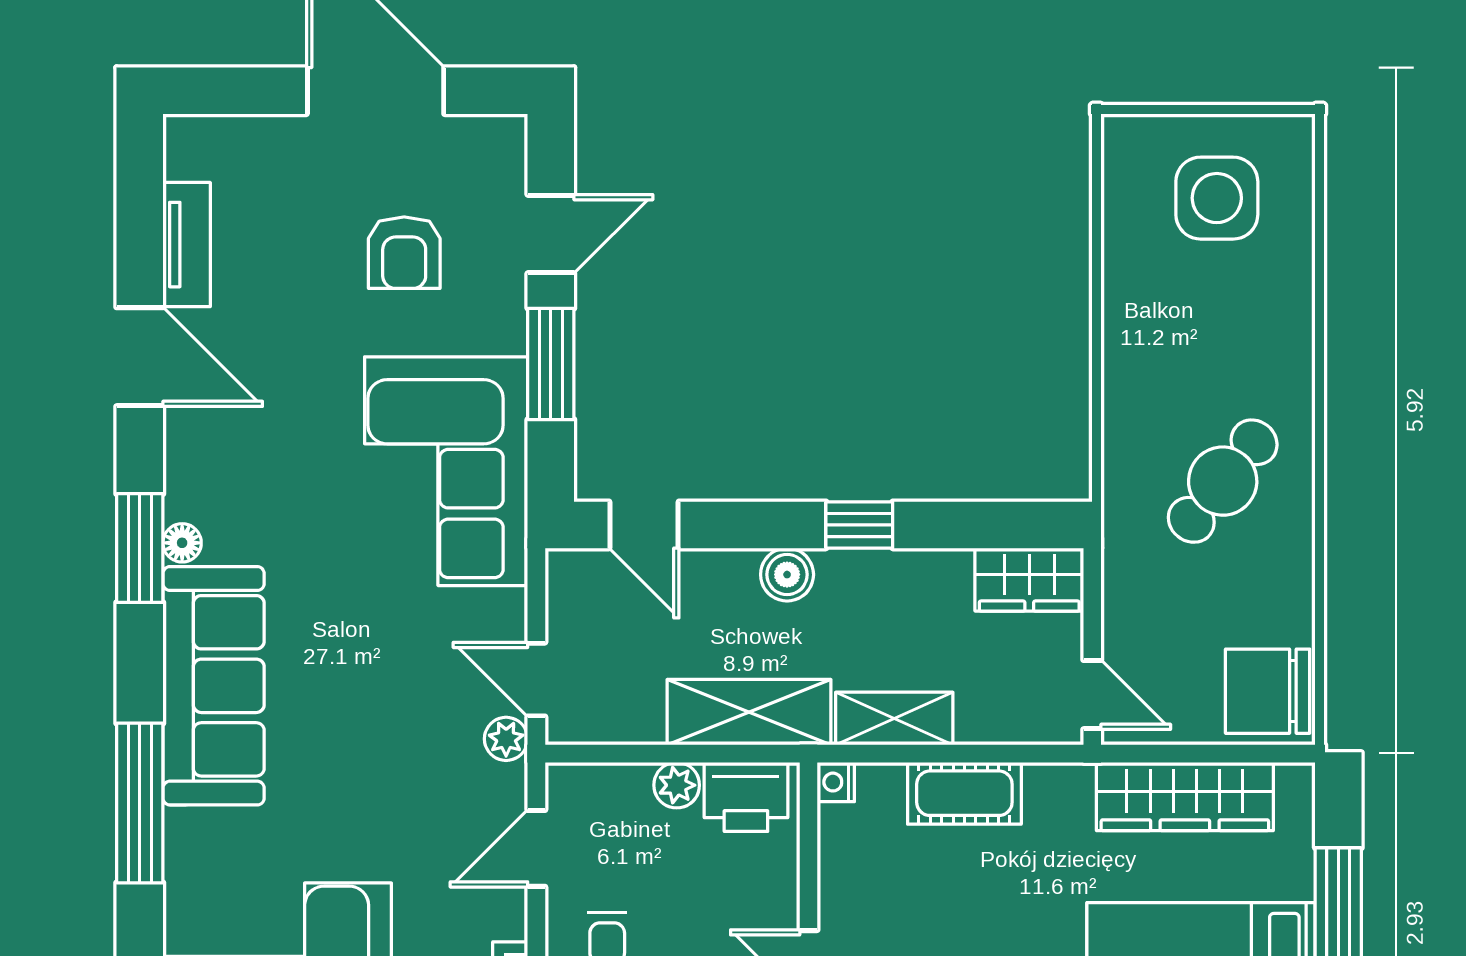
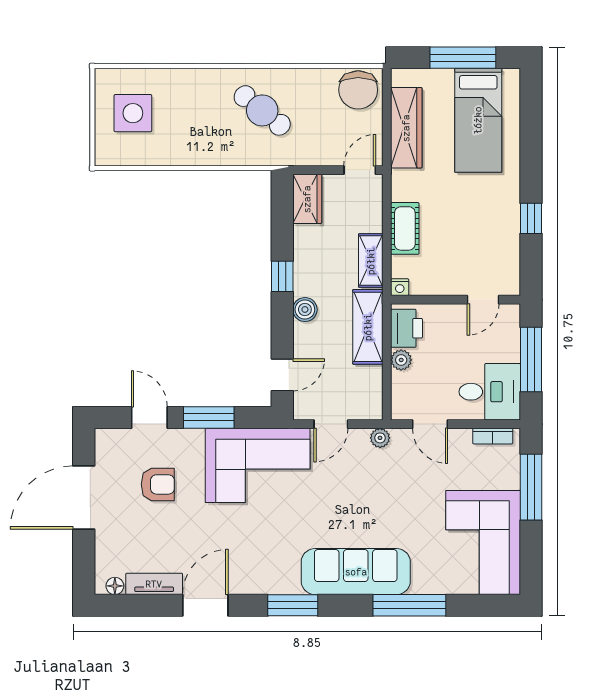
floor lamp: (182, 543) -> (115, 586), moved
door: (536, 680) -> (331, 424), moved

